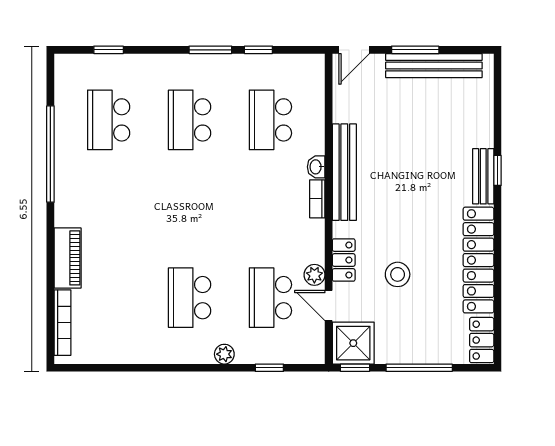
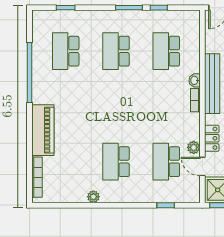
piano: (68, 258) -> (43, 130), width x1.37, depth x1.33
plant: (224, 354) -> (93, 197), moved

